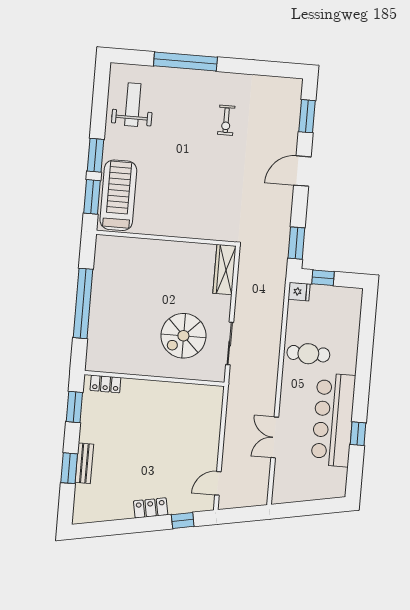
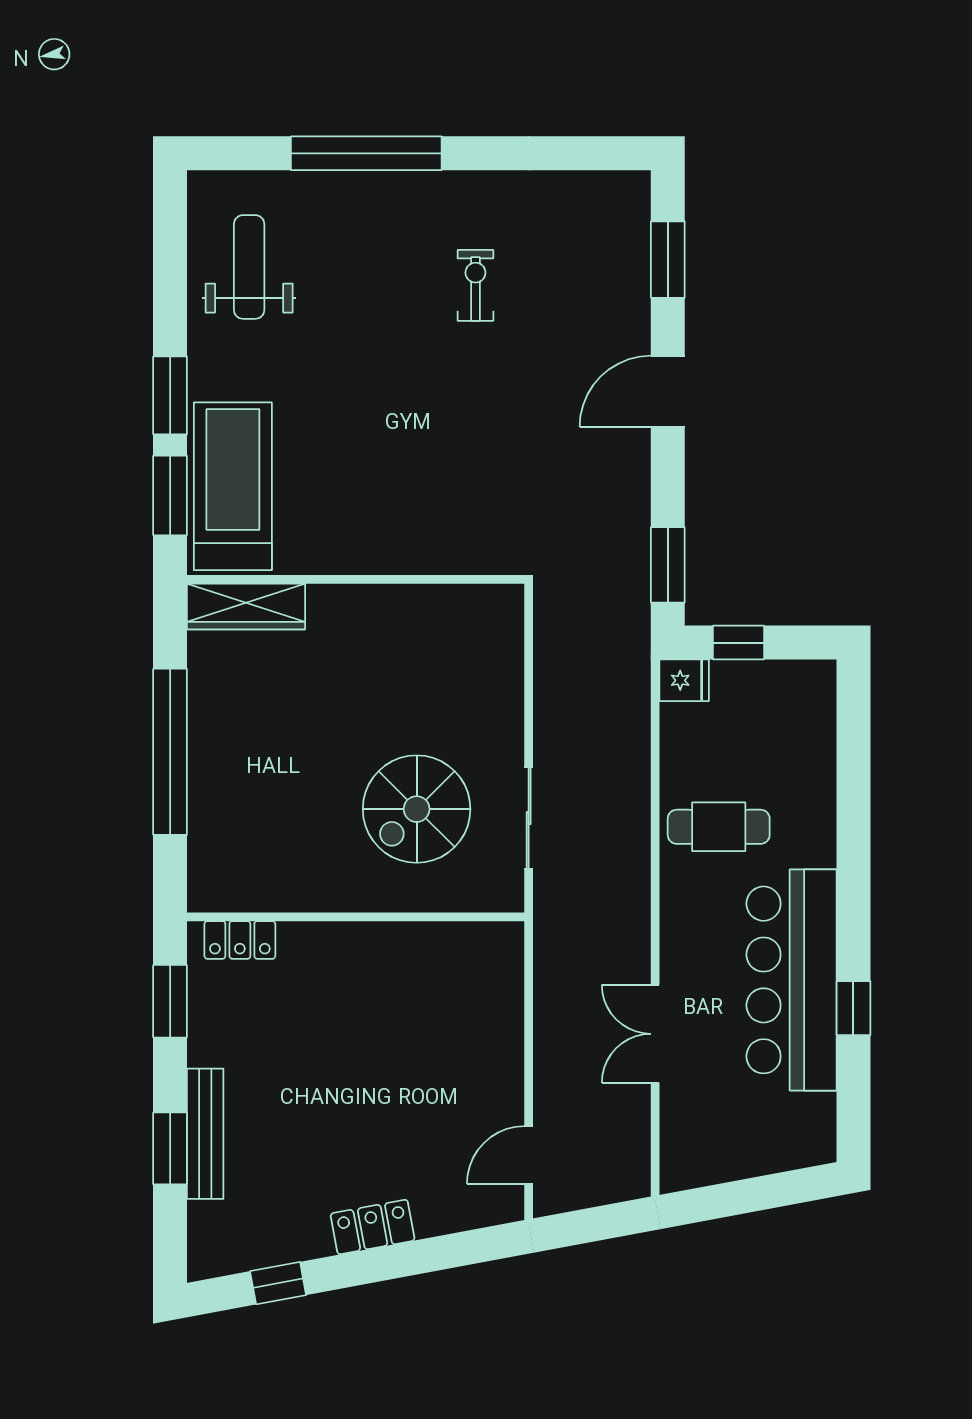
exercise bike: (226, 120) -> (475, 285), turned 180
wardrobe: (225, 270) -> (246, 606), moved, turned -90
bench: (84, 463) -> (205, 1134), width x1.36
window: (183, 520) -> (278, 1283), moved

